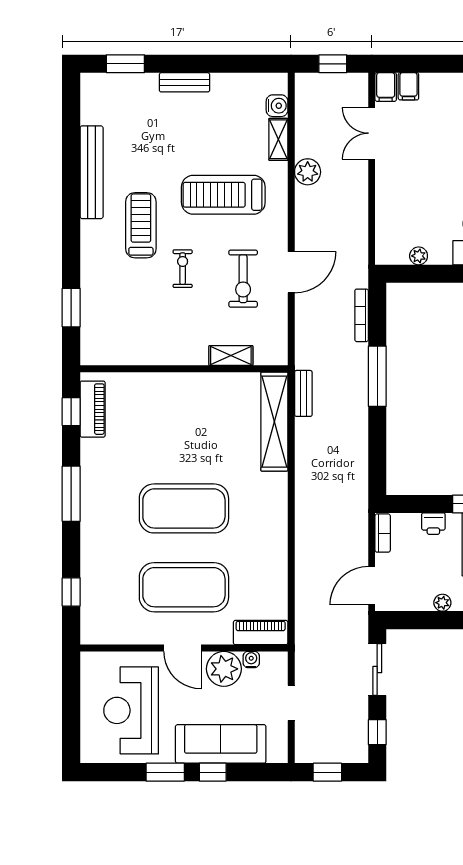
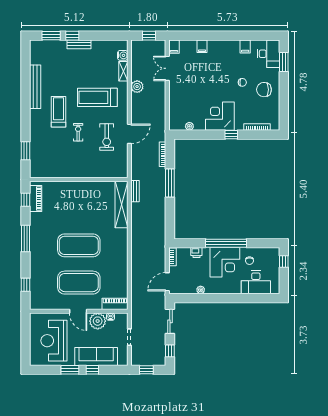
window: (170, 64) -> (72, 36), added
filing cabinet: (408, 86) -> (202, 46), moved
shelving: (231, 356) -> (101, 173), removed

